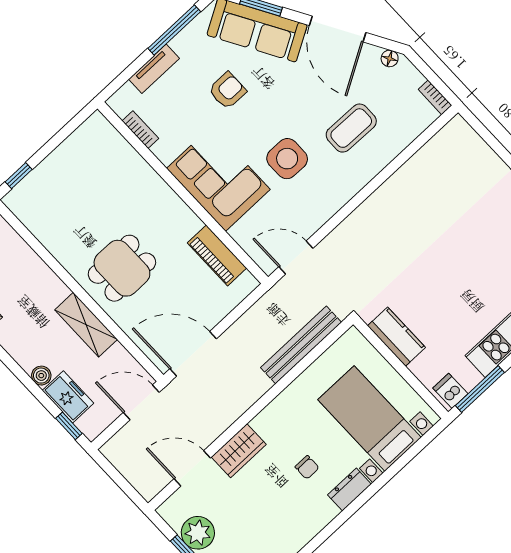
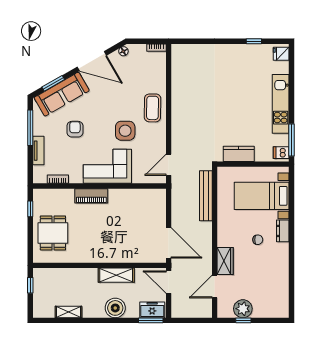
coffee table: (351, 128) -> (153, 108), moved
window: (19, 176) -> (30, 209), moved
piano: (217, 255) -> (91, 196), moved
dining table: (122, 268) -> (53, 233), moved
door: (193, 354) -> (169, 243), swing flipped
boiler: (41, 376) -> (115, 308), width x1.86, depth x1.86
freezer: (68, 397) -> (152, 310), moved
door: (141, 402) -> (169, 282), hinge flipped
window: (69, 426) -> (151, 320), width x1.50

